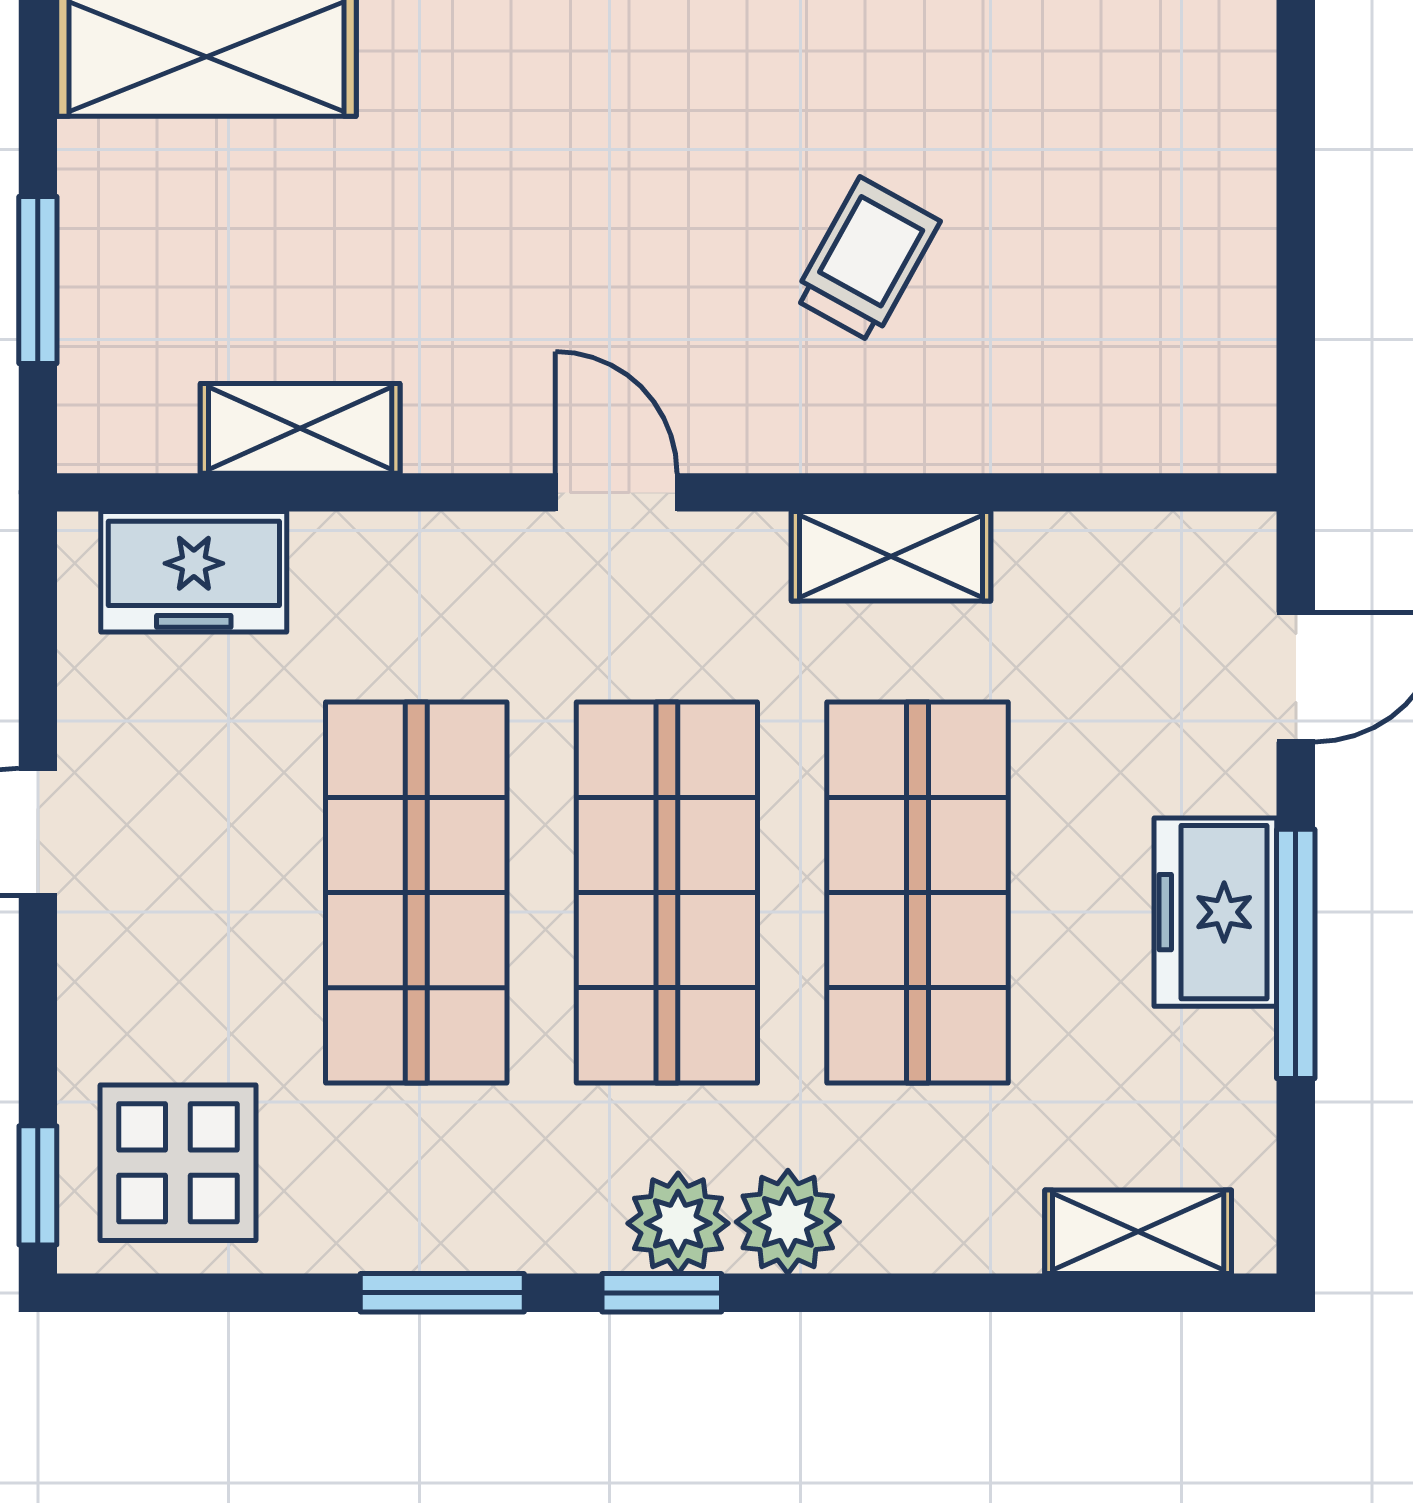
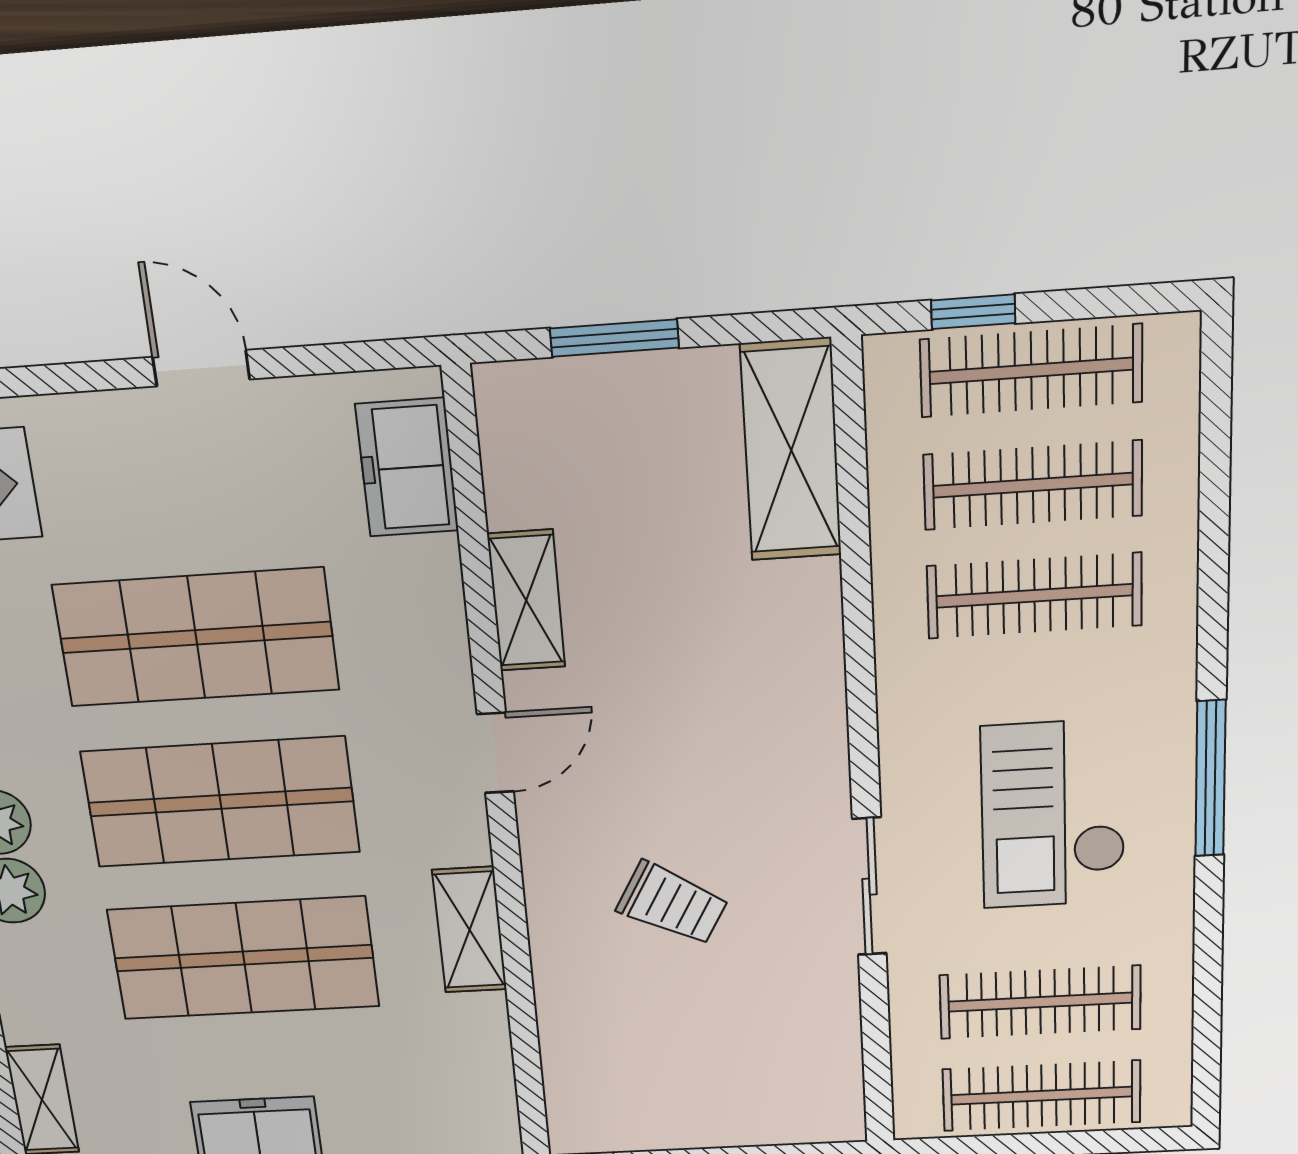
shelving: (300, 428) -> (526, 601), moved

